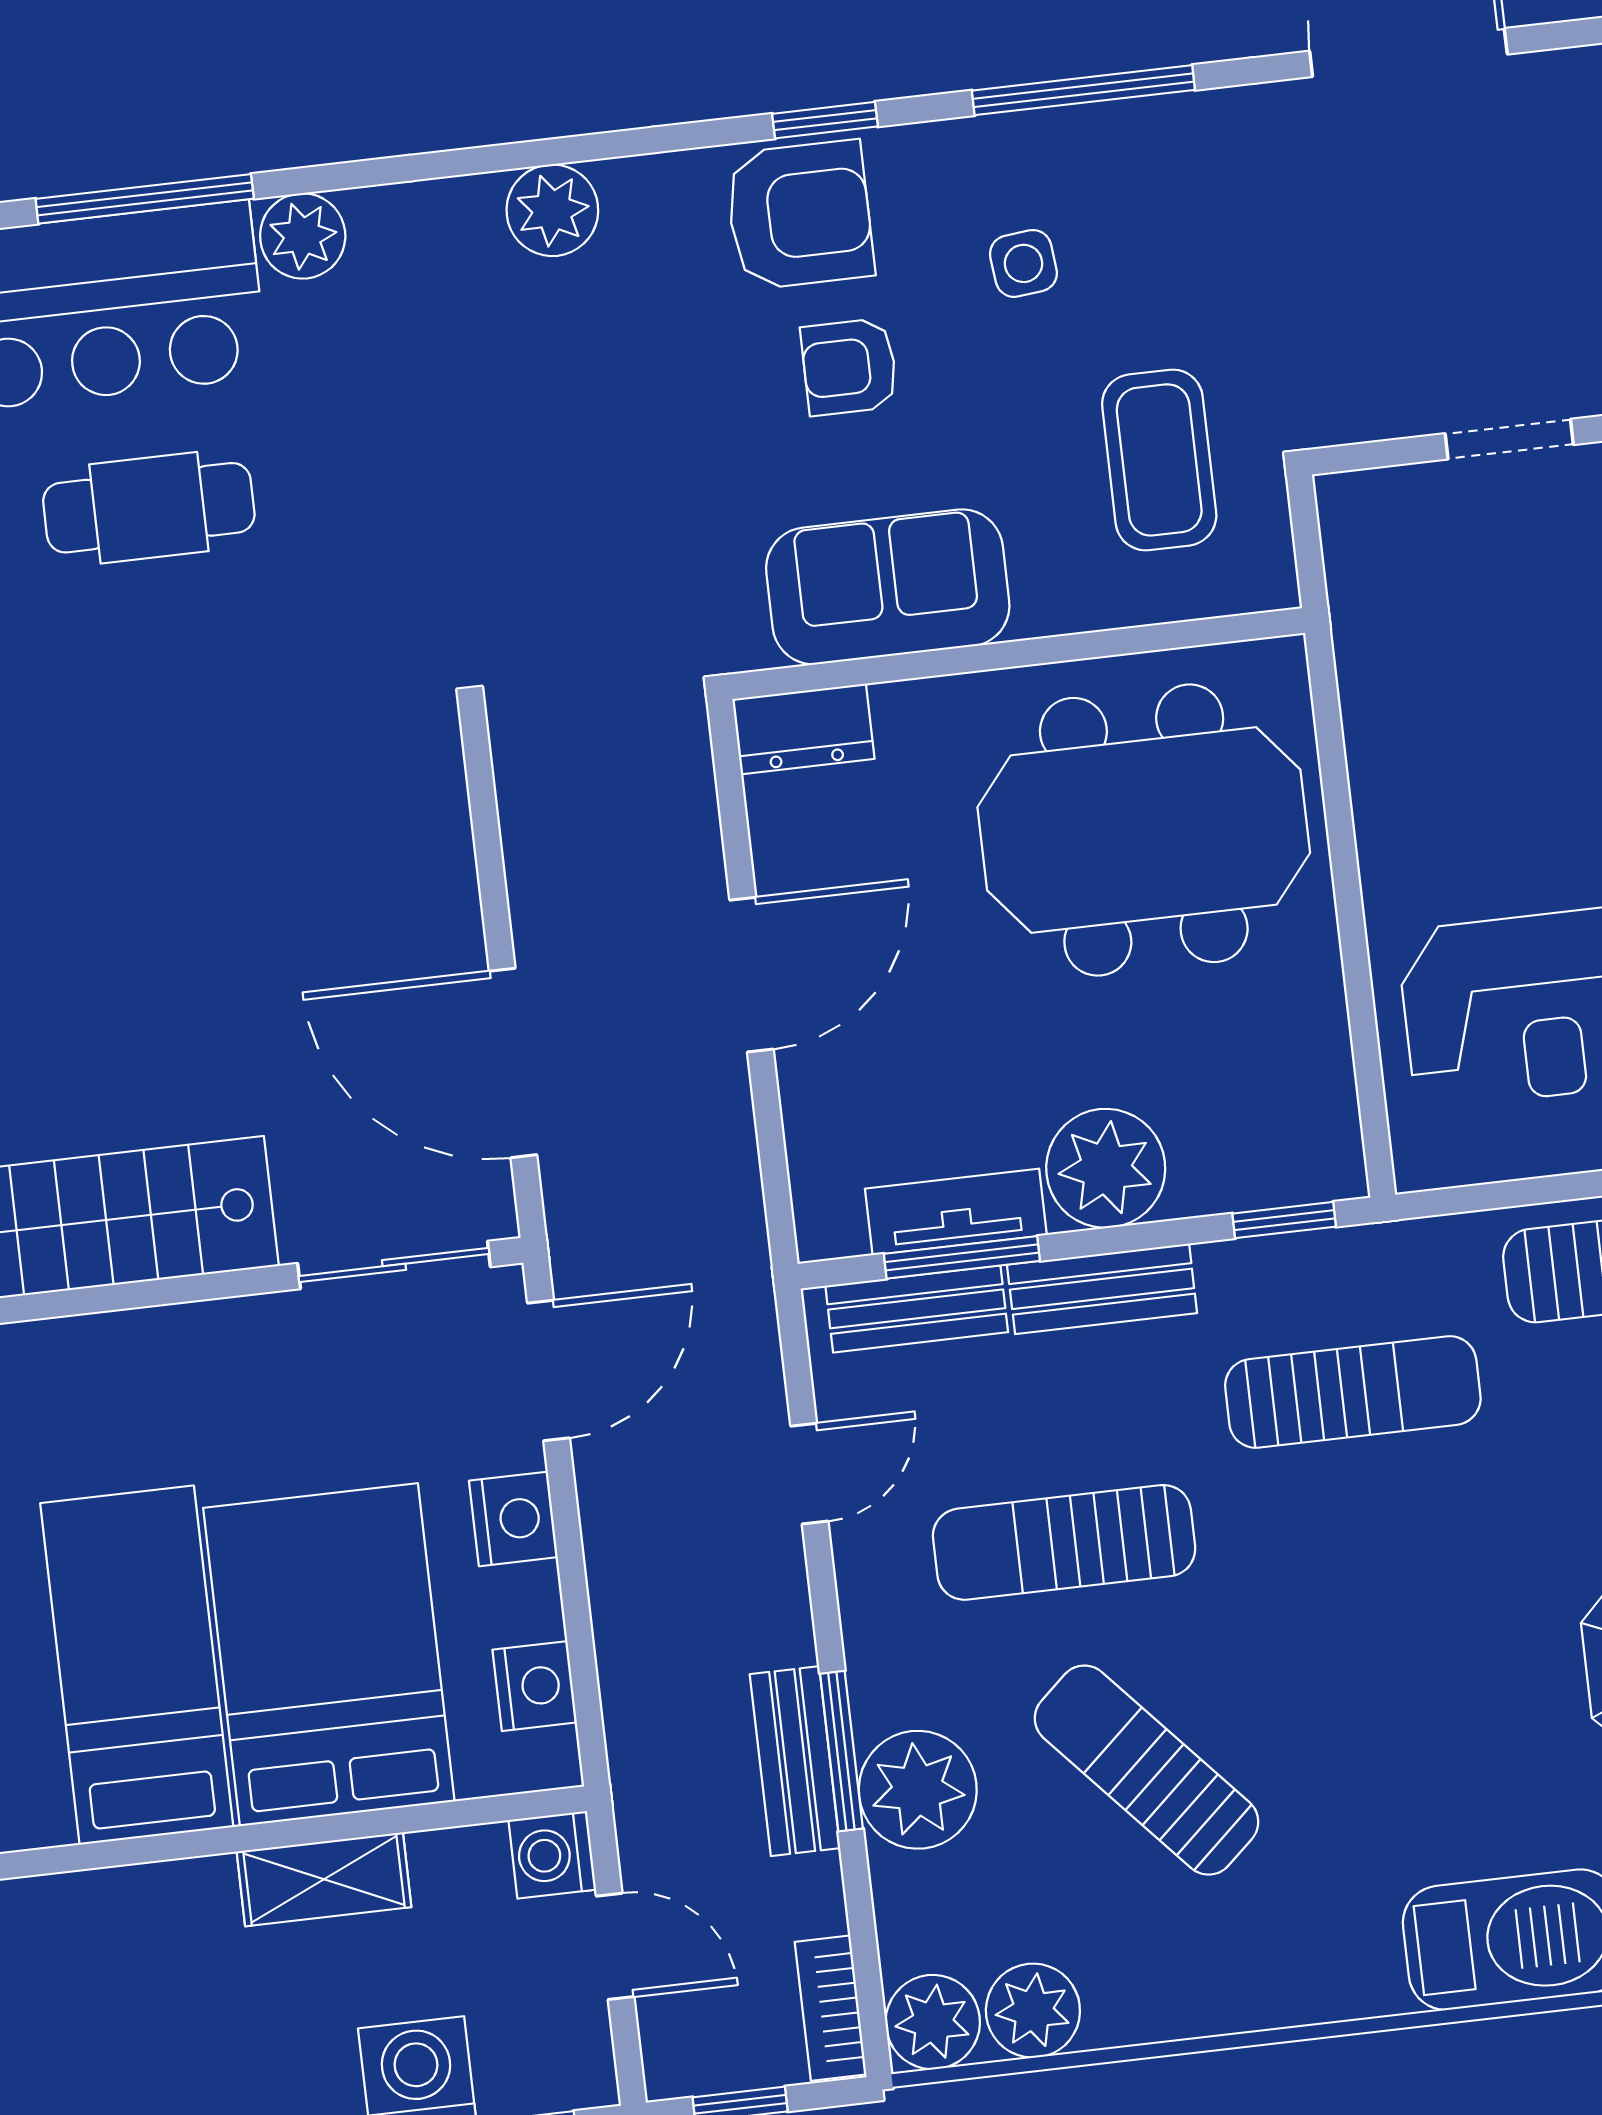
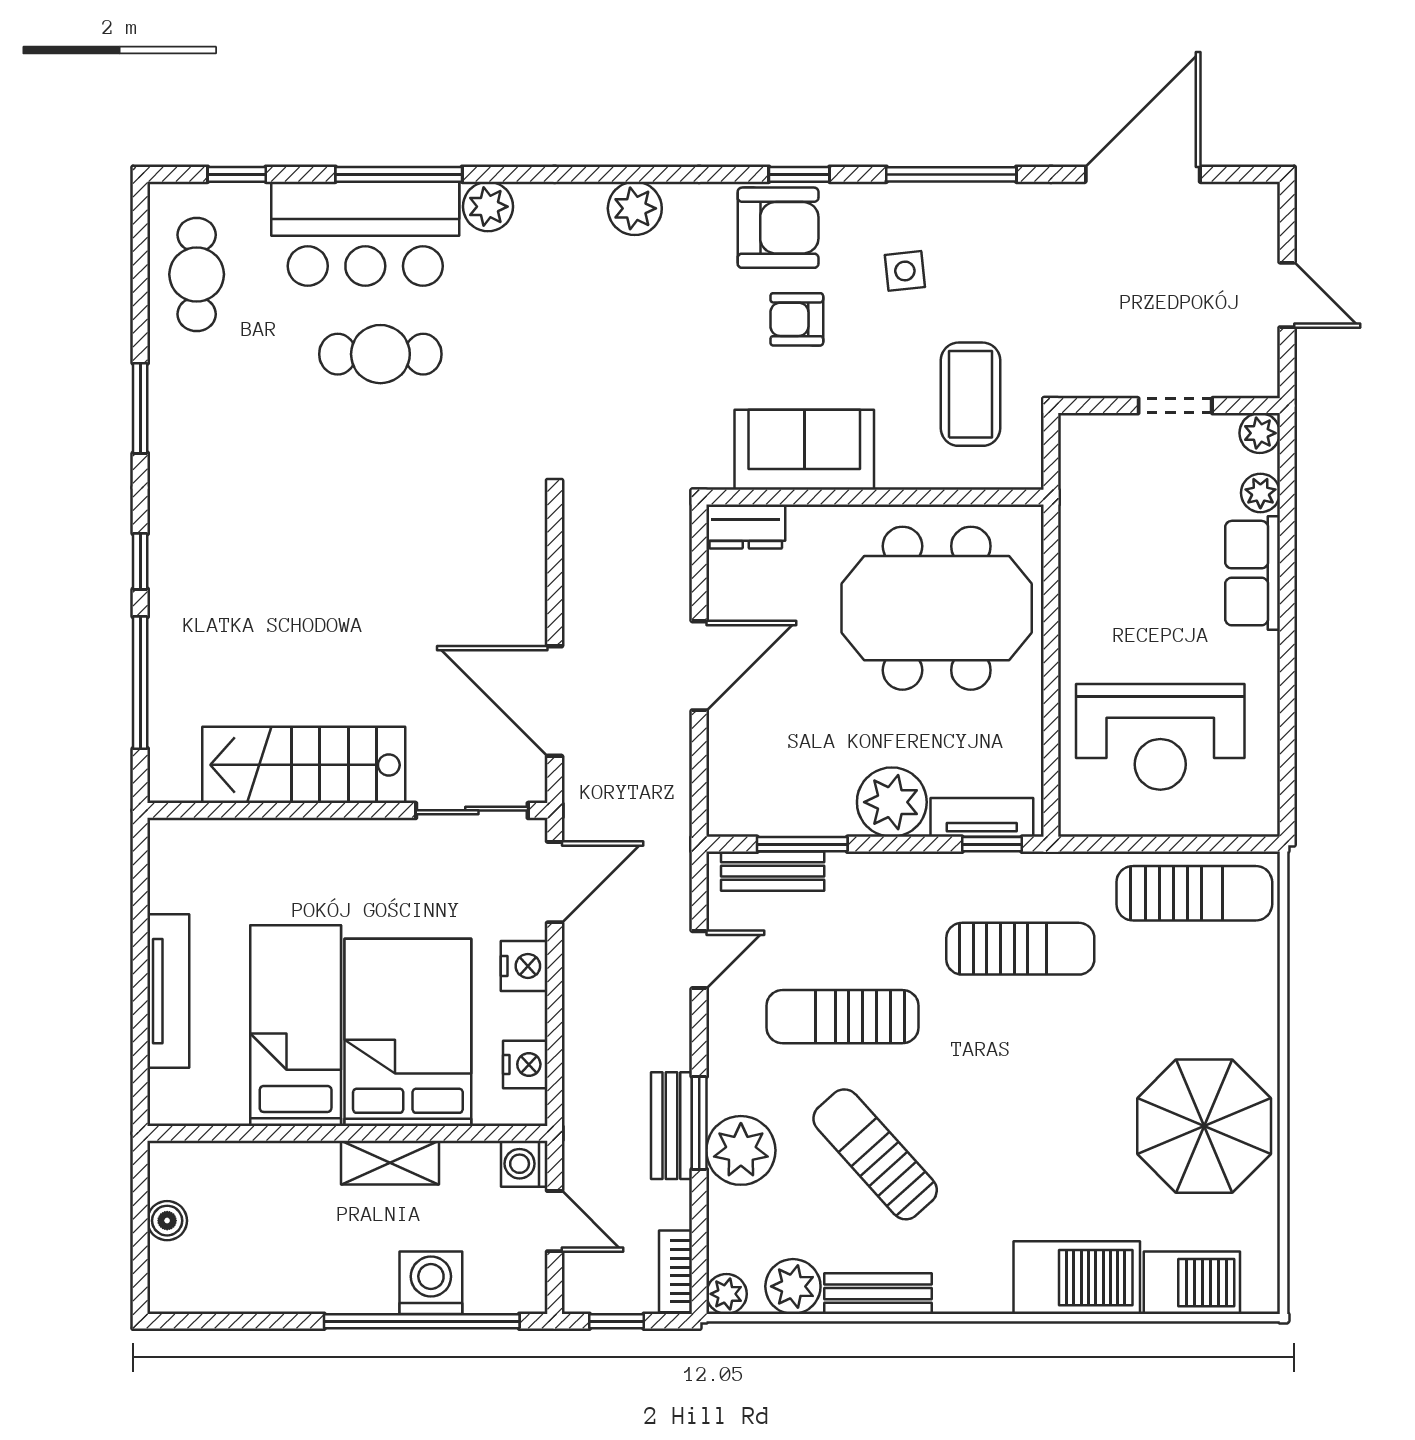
tv unit: (956, 1212) -> (982, 817), moved
bench: (1102, 1289) -> (878, 1294), moved
plant: (933, 2022) -> (726, 1294), width x0.73, depth x0.73

